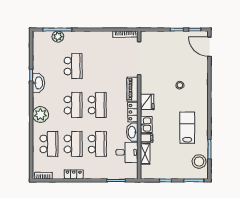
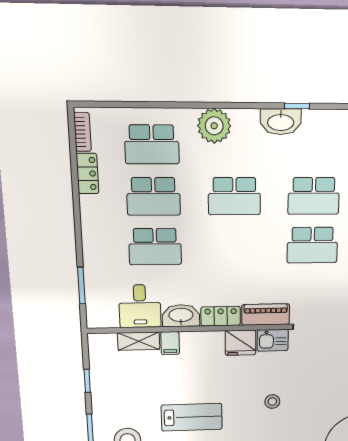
school desk: (97, 105) -> (312, 245), moved
kitchen sink: (146, 125) -> (273, 340), moved
locker: (74, 174) -> (87, 174), moved

